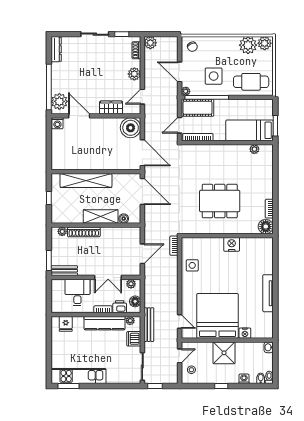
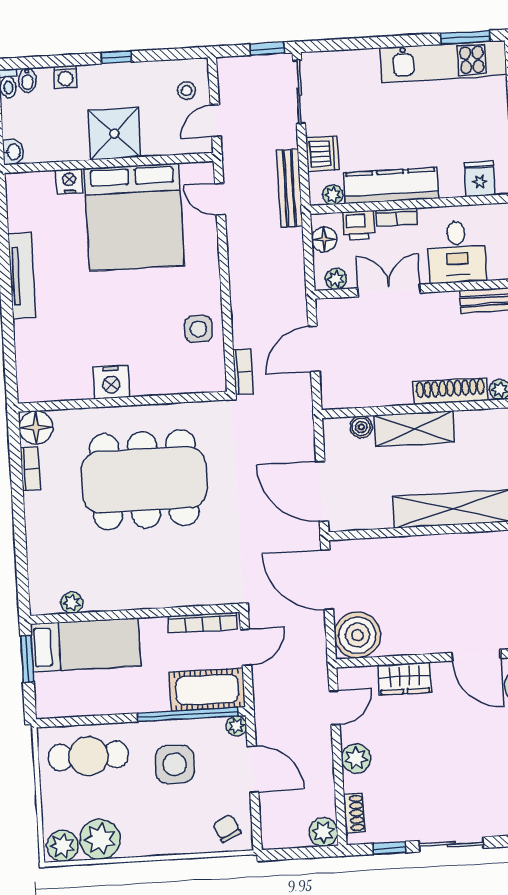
dining table: (220, 201) -> (144, 480), width x1.36, depth x1.24

